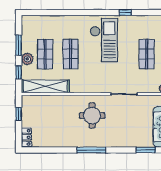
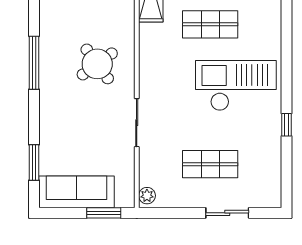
checkout: (104, 40) -> (236, 86), turned 180
round table: (92, 116) -> (97, 64), turned -36

